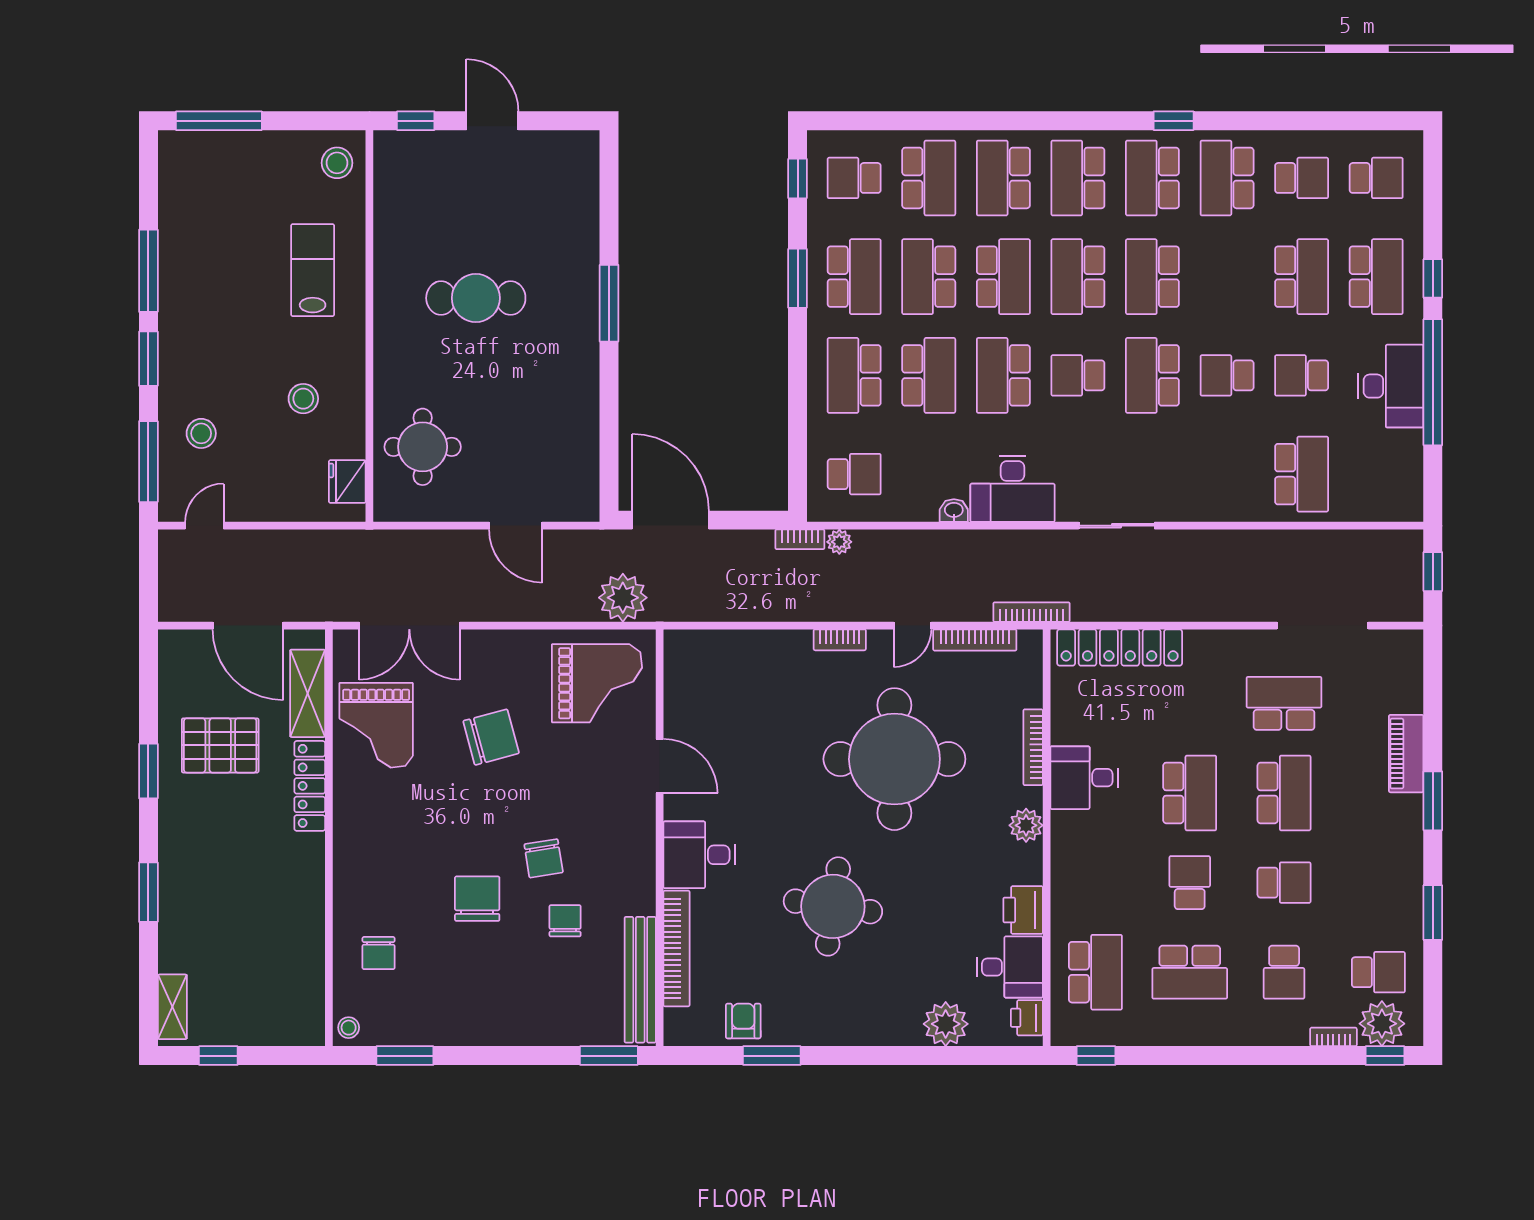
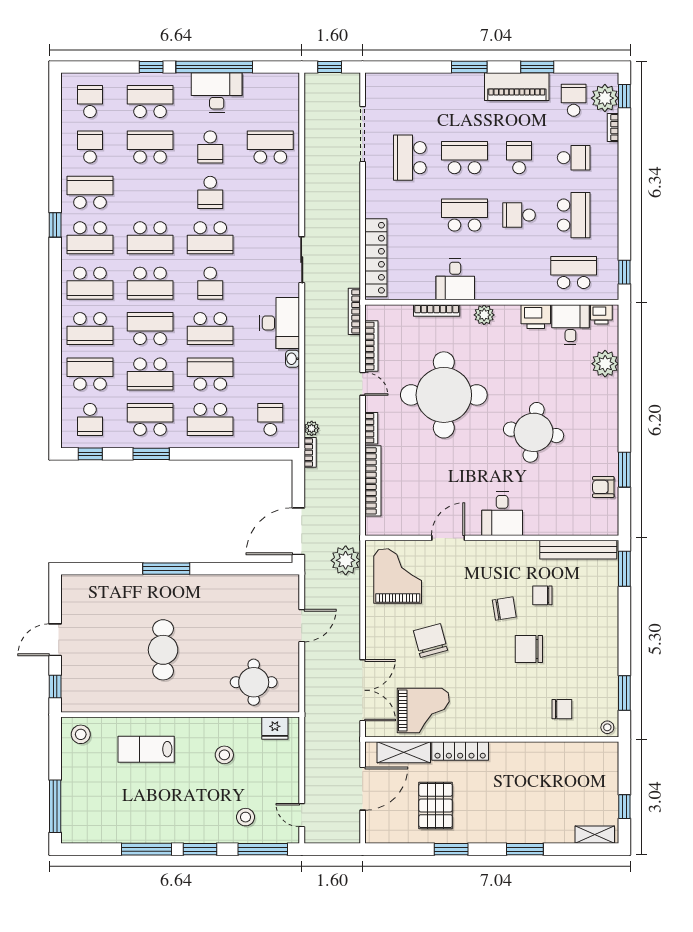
school desk: (1227, 178) -> (90, 192), turned 180
piano: (1406, 754) -> (517, 87), moved, width x1.37, depth x1.33
bookcase: (676, 948) -> (373, 481), moved, turned 90

